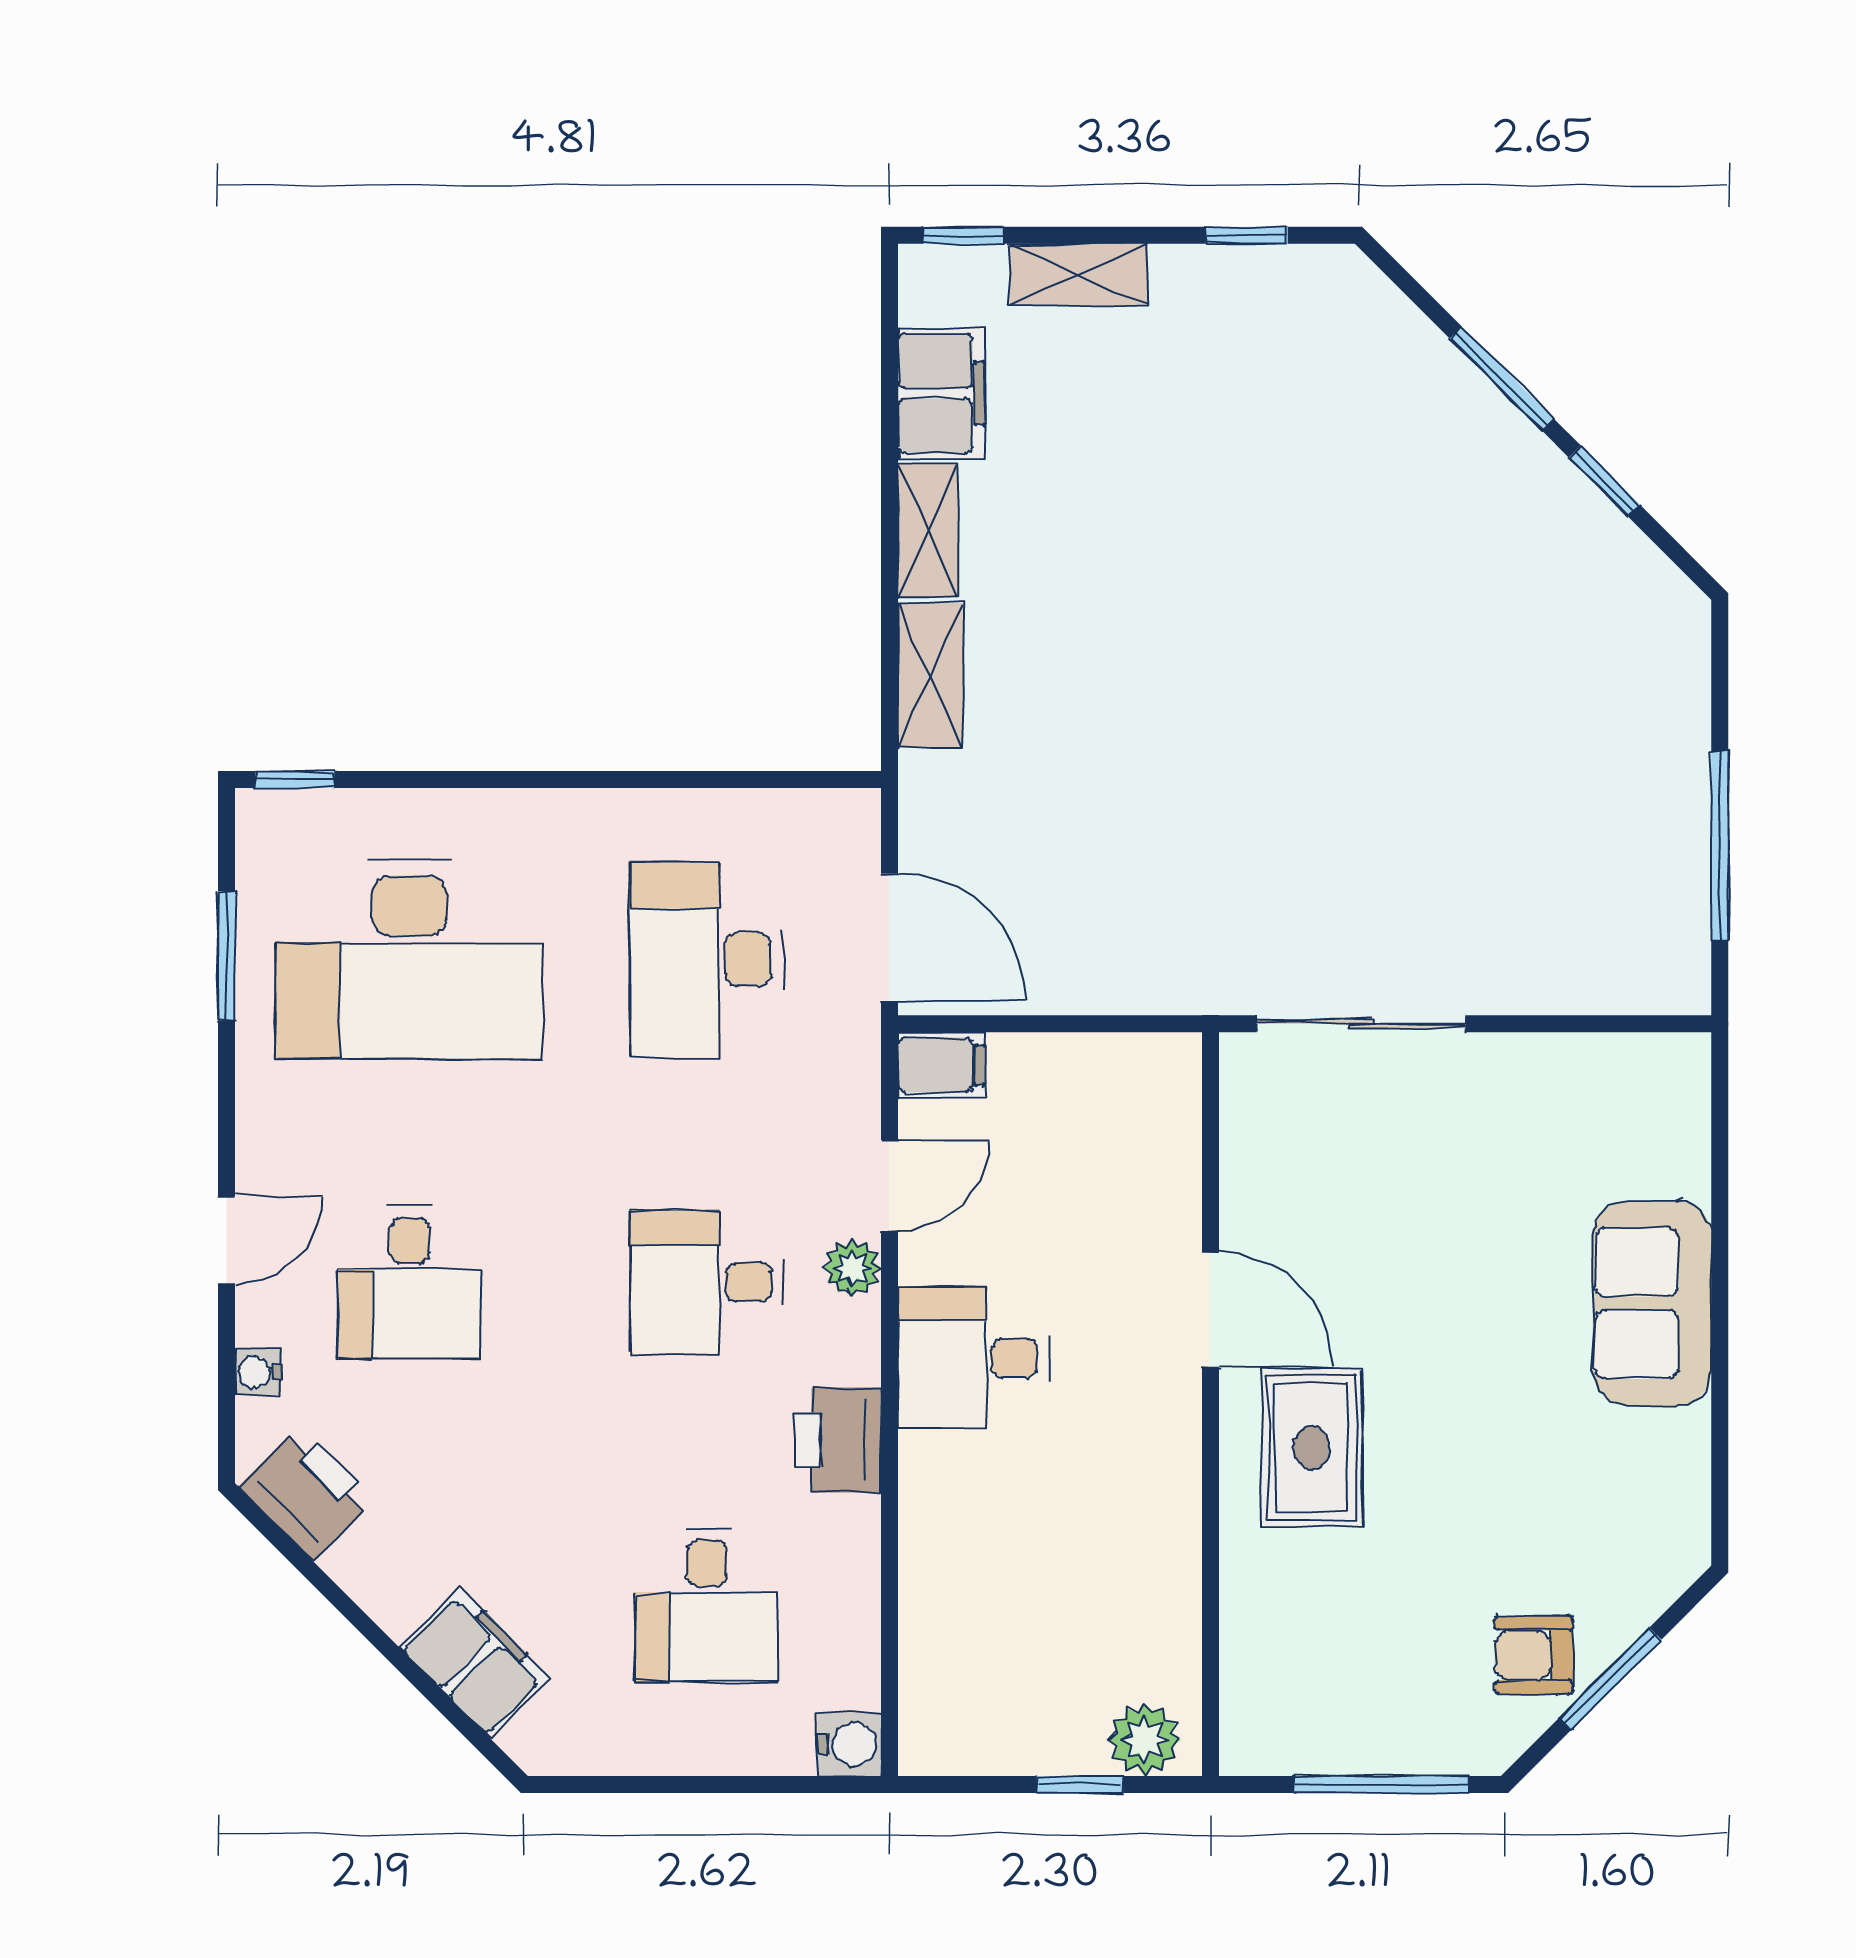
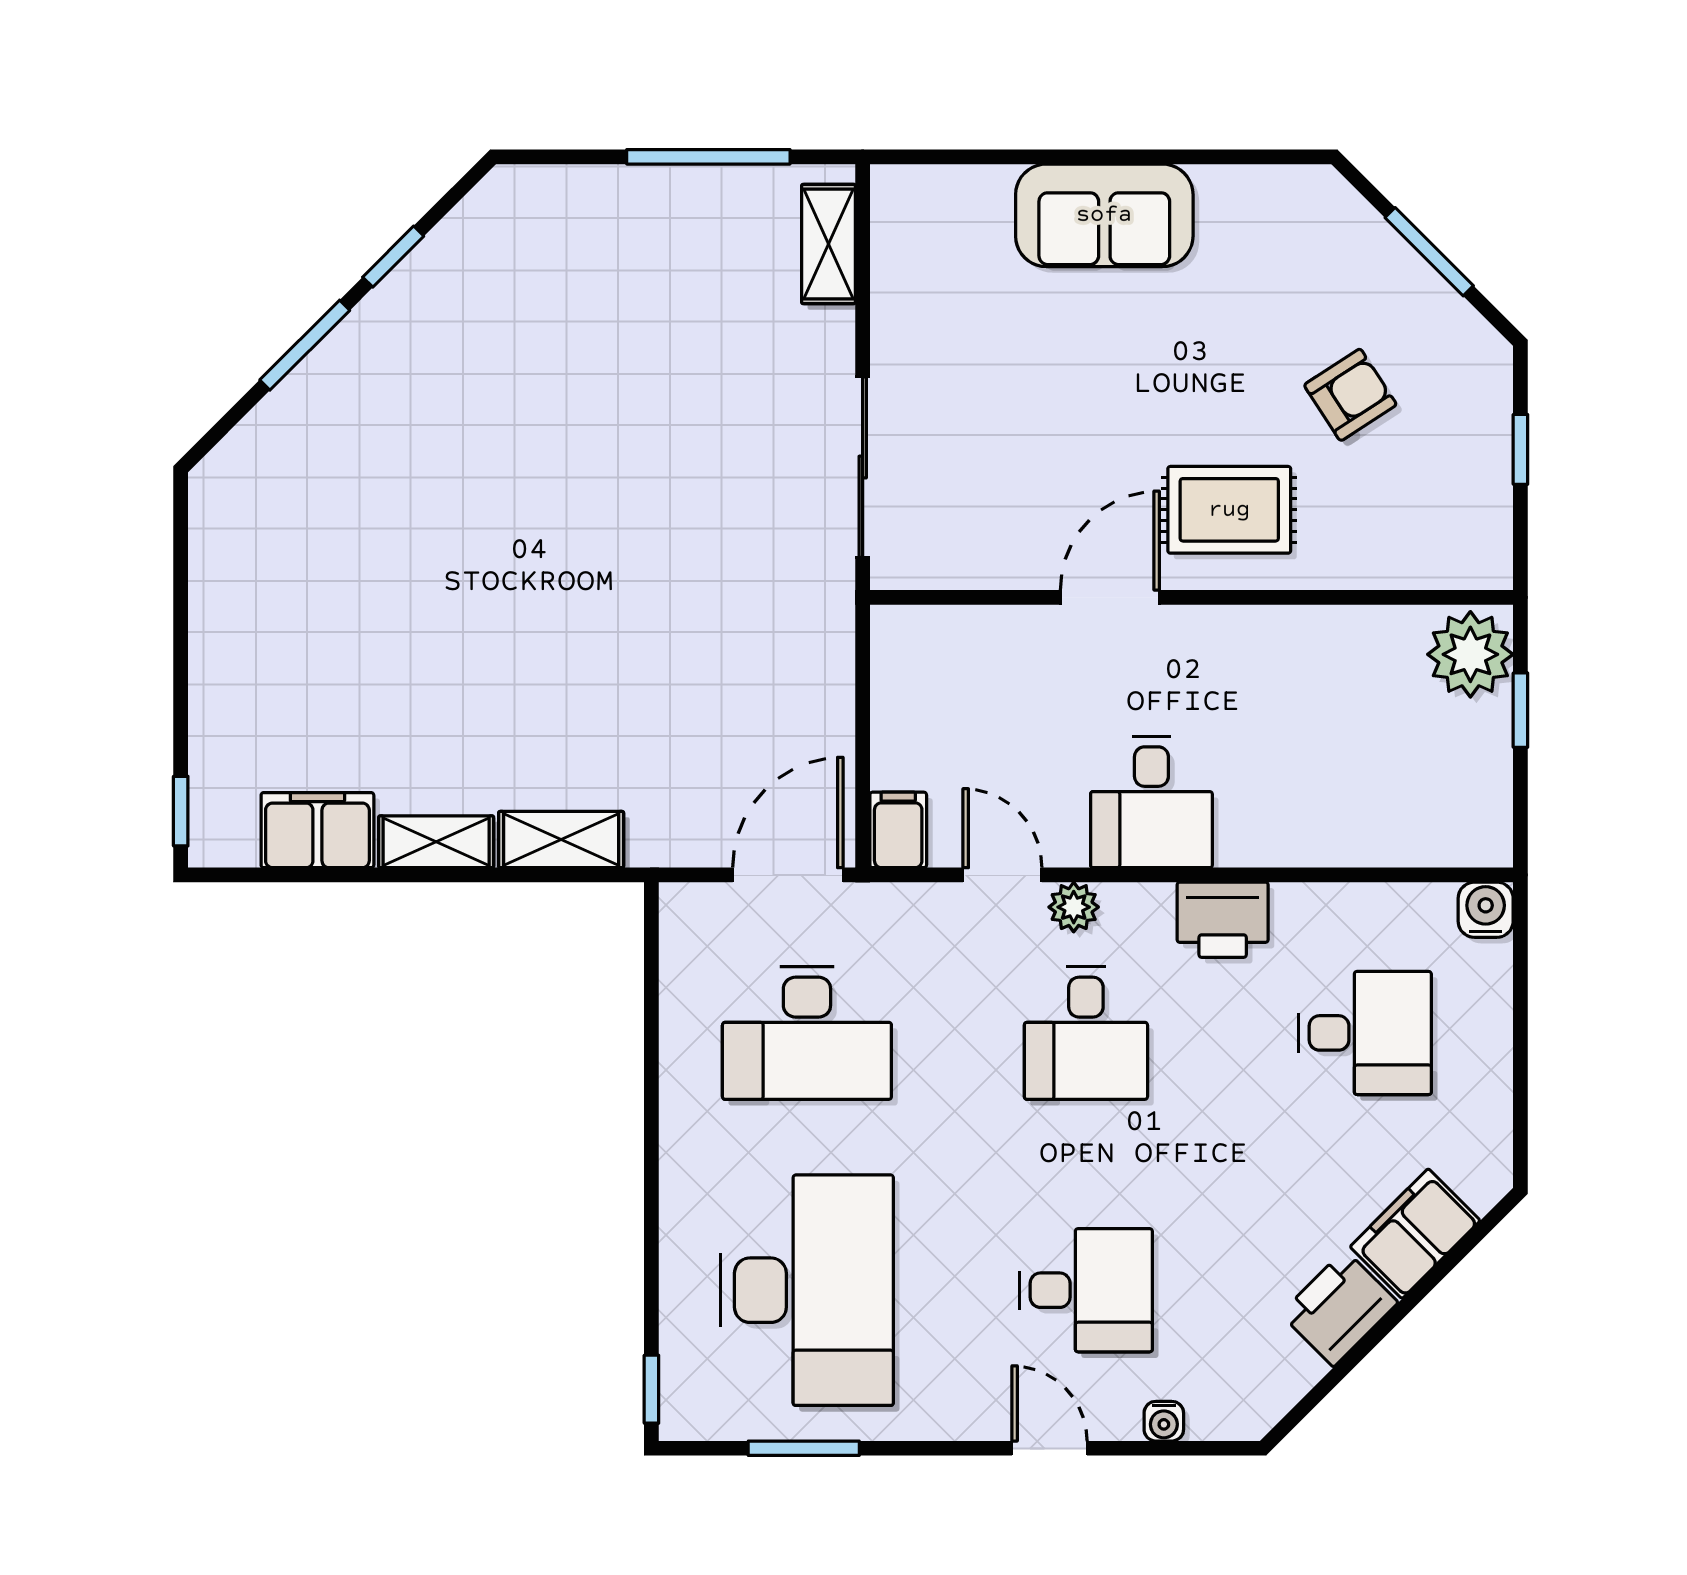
window: (1247, 235) -> (181, 566), removed
shelving: (1078, 275) -> (829, 244), moved
printer: (307, 1493) -> (1339, 1308), moved
armchair: (1534, 1655) -> (1350, 395), moved, turned -123
plant: (1145, 1740) -> (1470, 654), width x1.36, depth x1.36
window: (1381, 1784) -> (1520, 449), width x0.46

